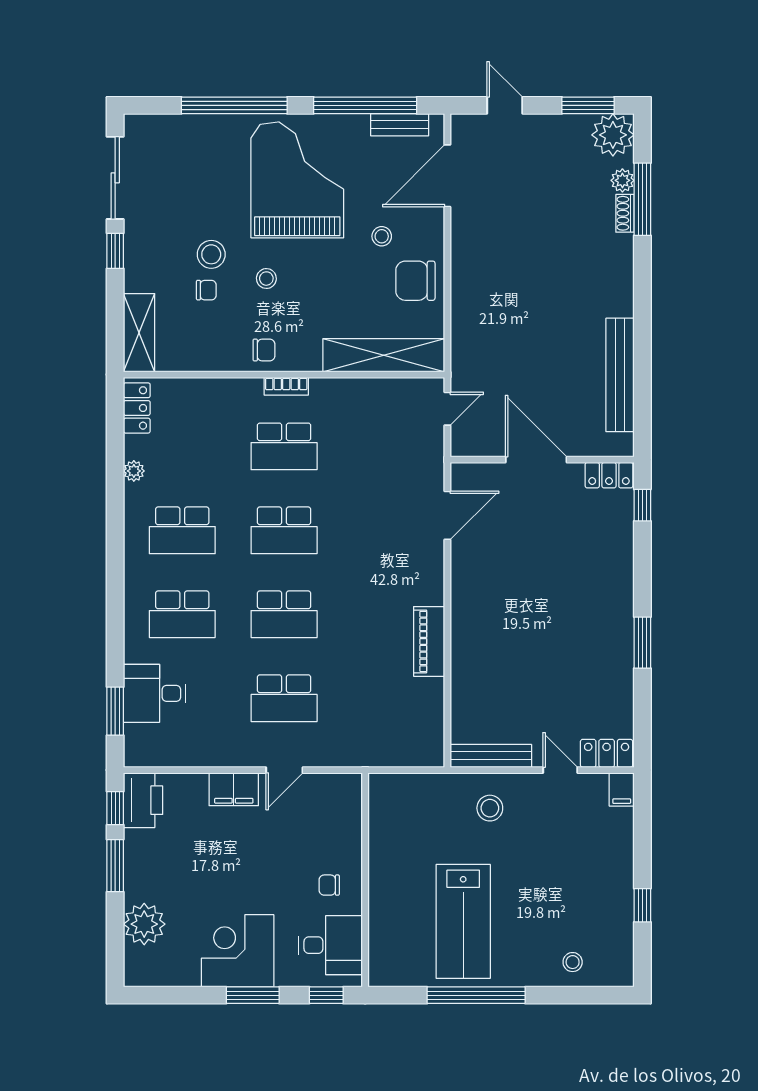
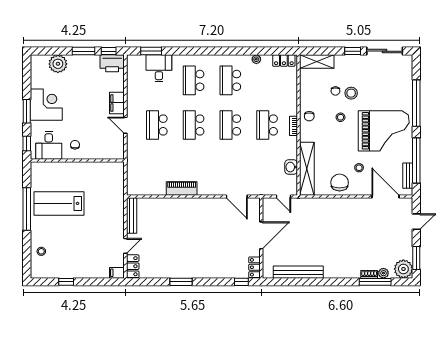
washbasin: (380, 391) -> (291, 167), added
stool: (490, 808) -> (109, 215), removed

